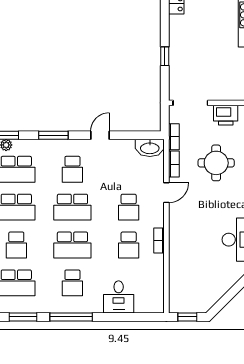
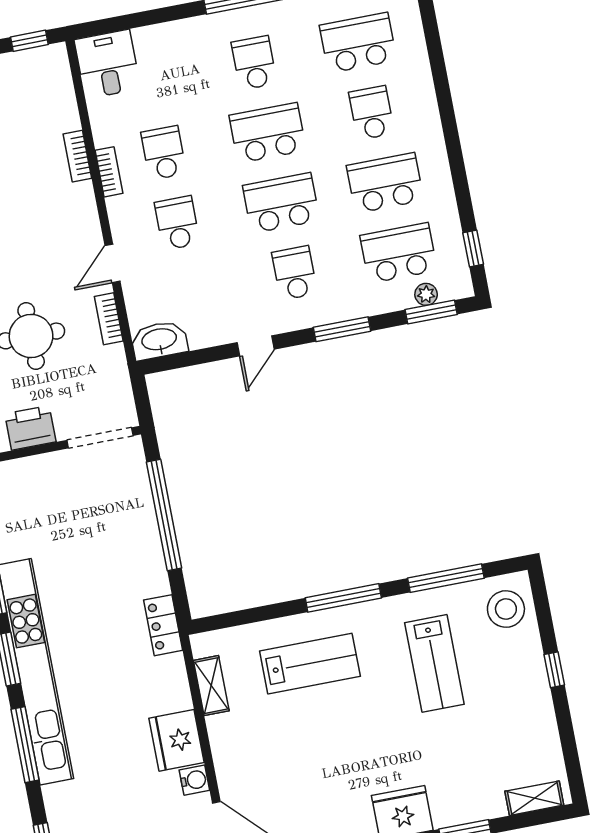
window: (165, 56) -> (164, 515), width x3.17
bookcase: (174, 137) -> (77, 156), moved
desk: (119, 297) -> (107, 64), moved

